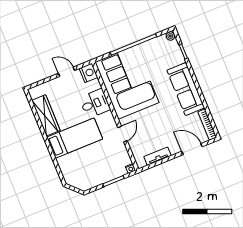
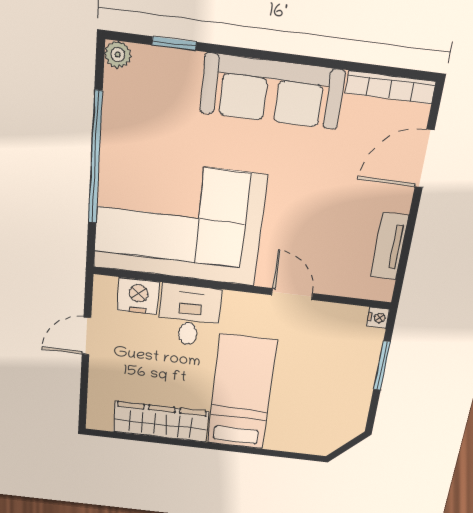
nightstand: (88, 73) -> (138, 296), moved

